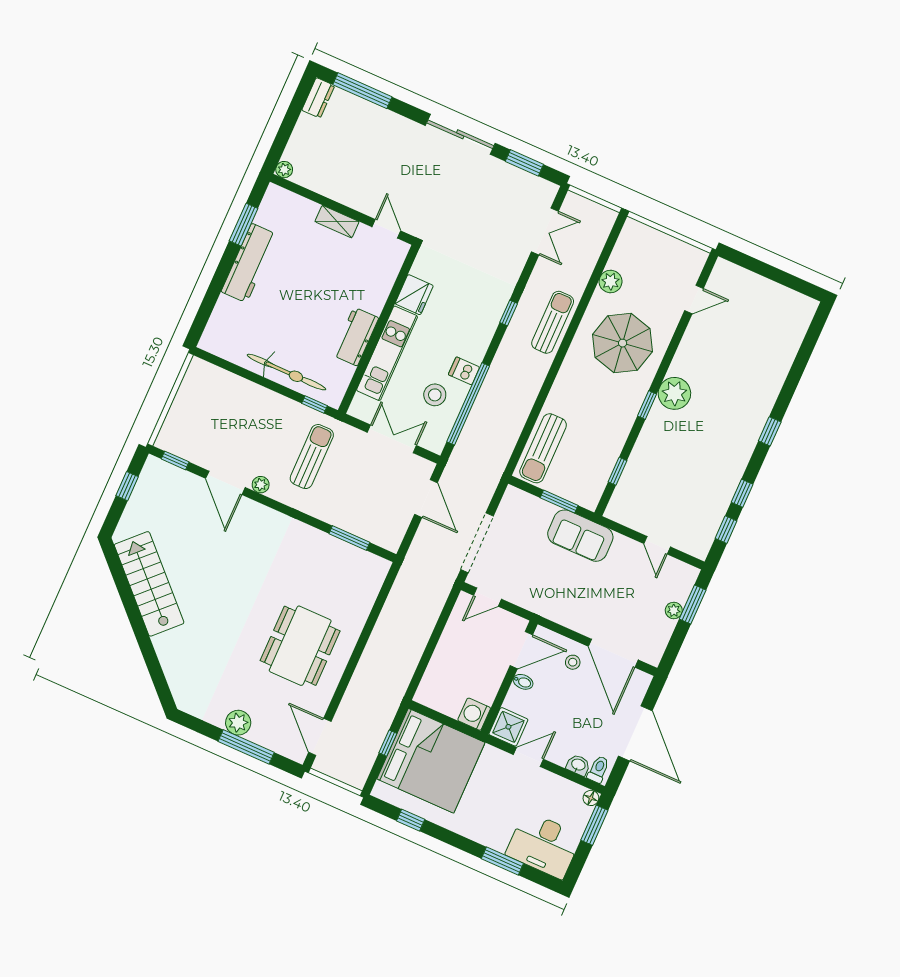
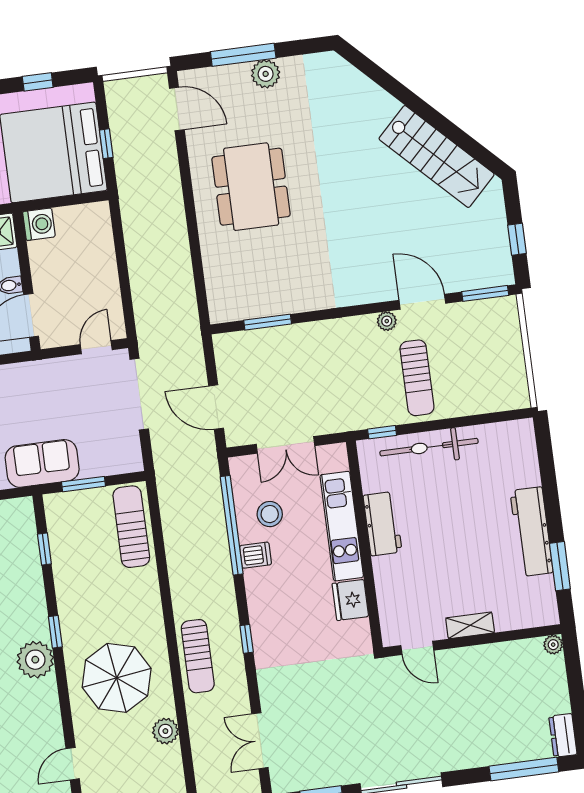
sun lounger: (312, 457) -> (417, 378), moved
window: (175, 460) -> (485, 293), width x1.50

